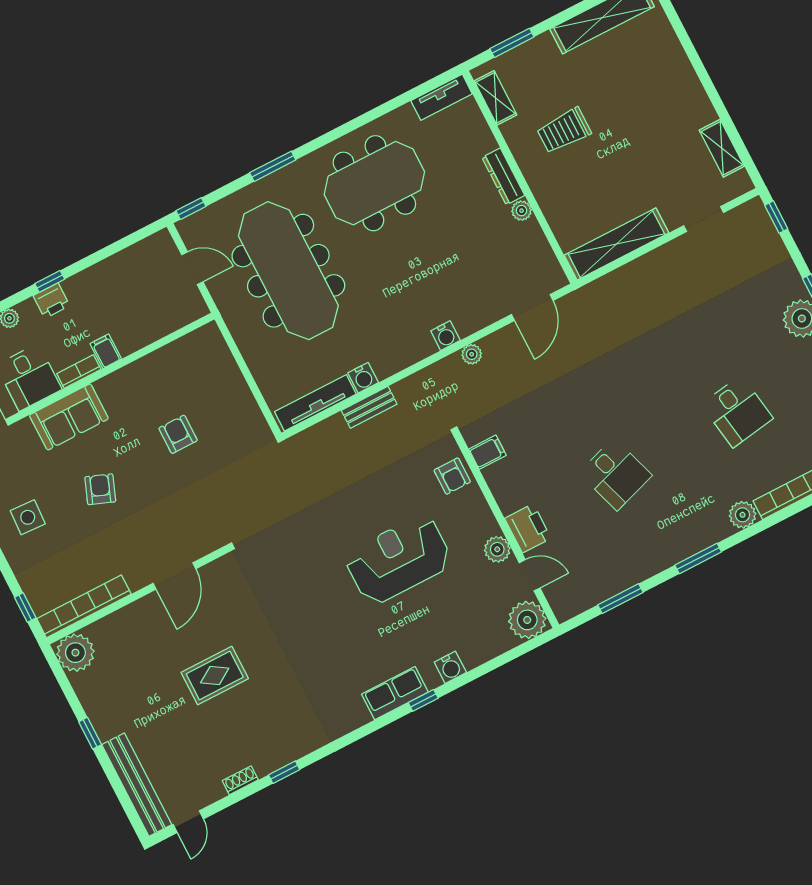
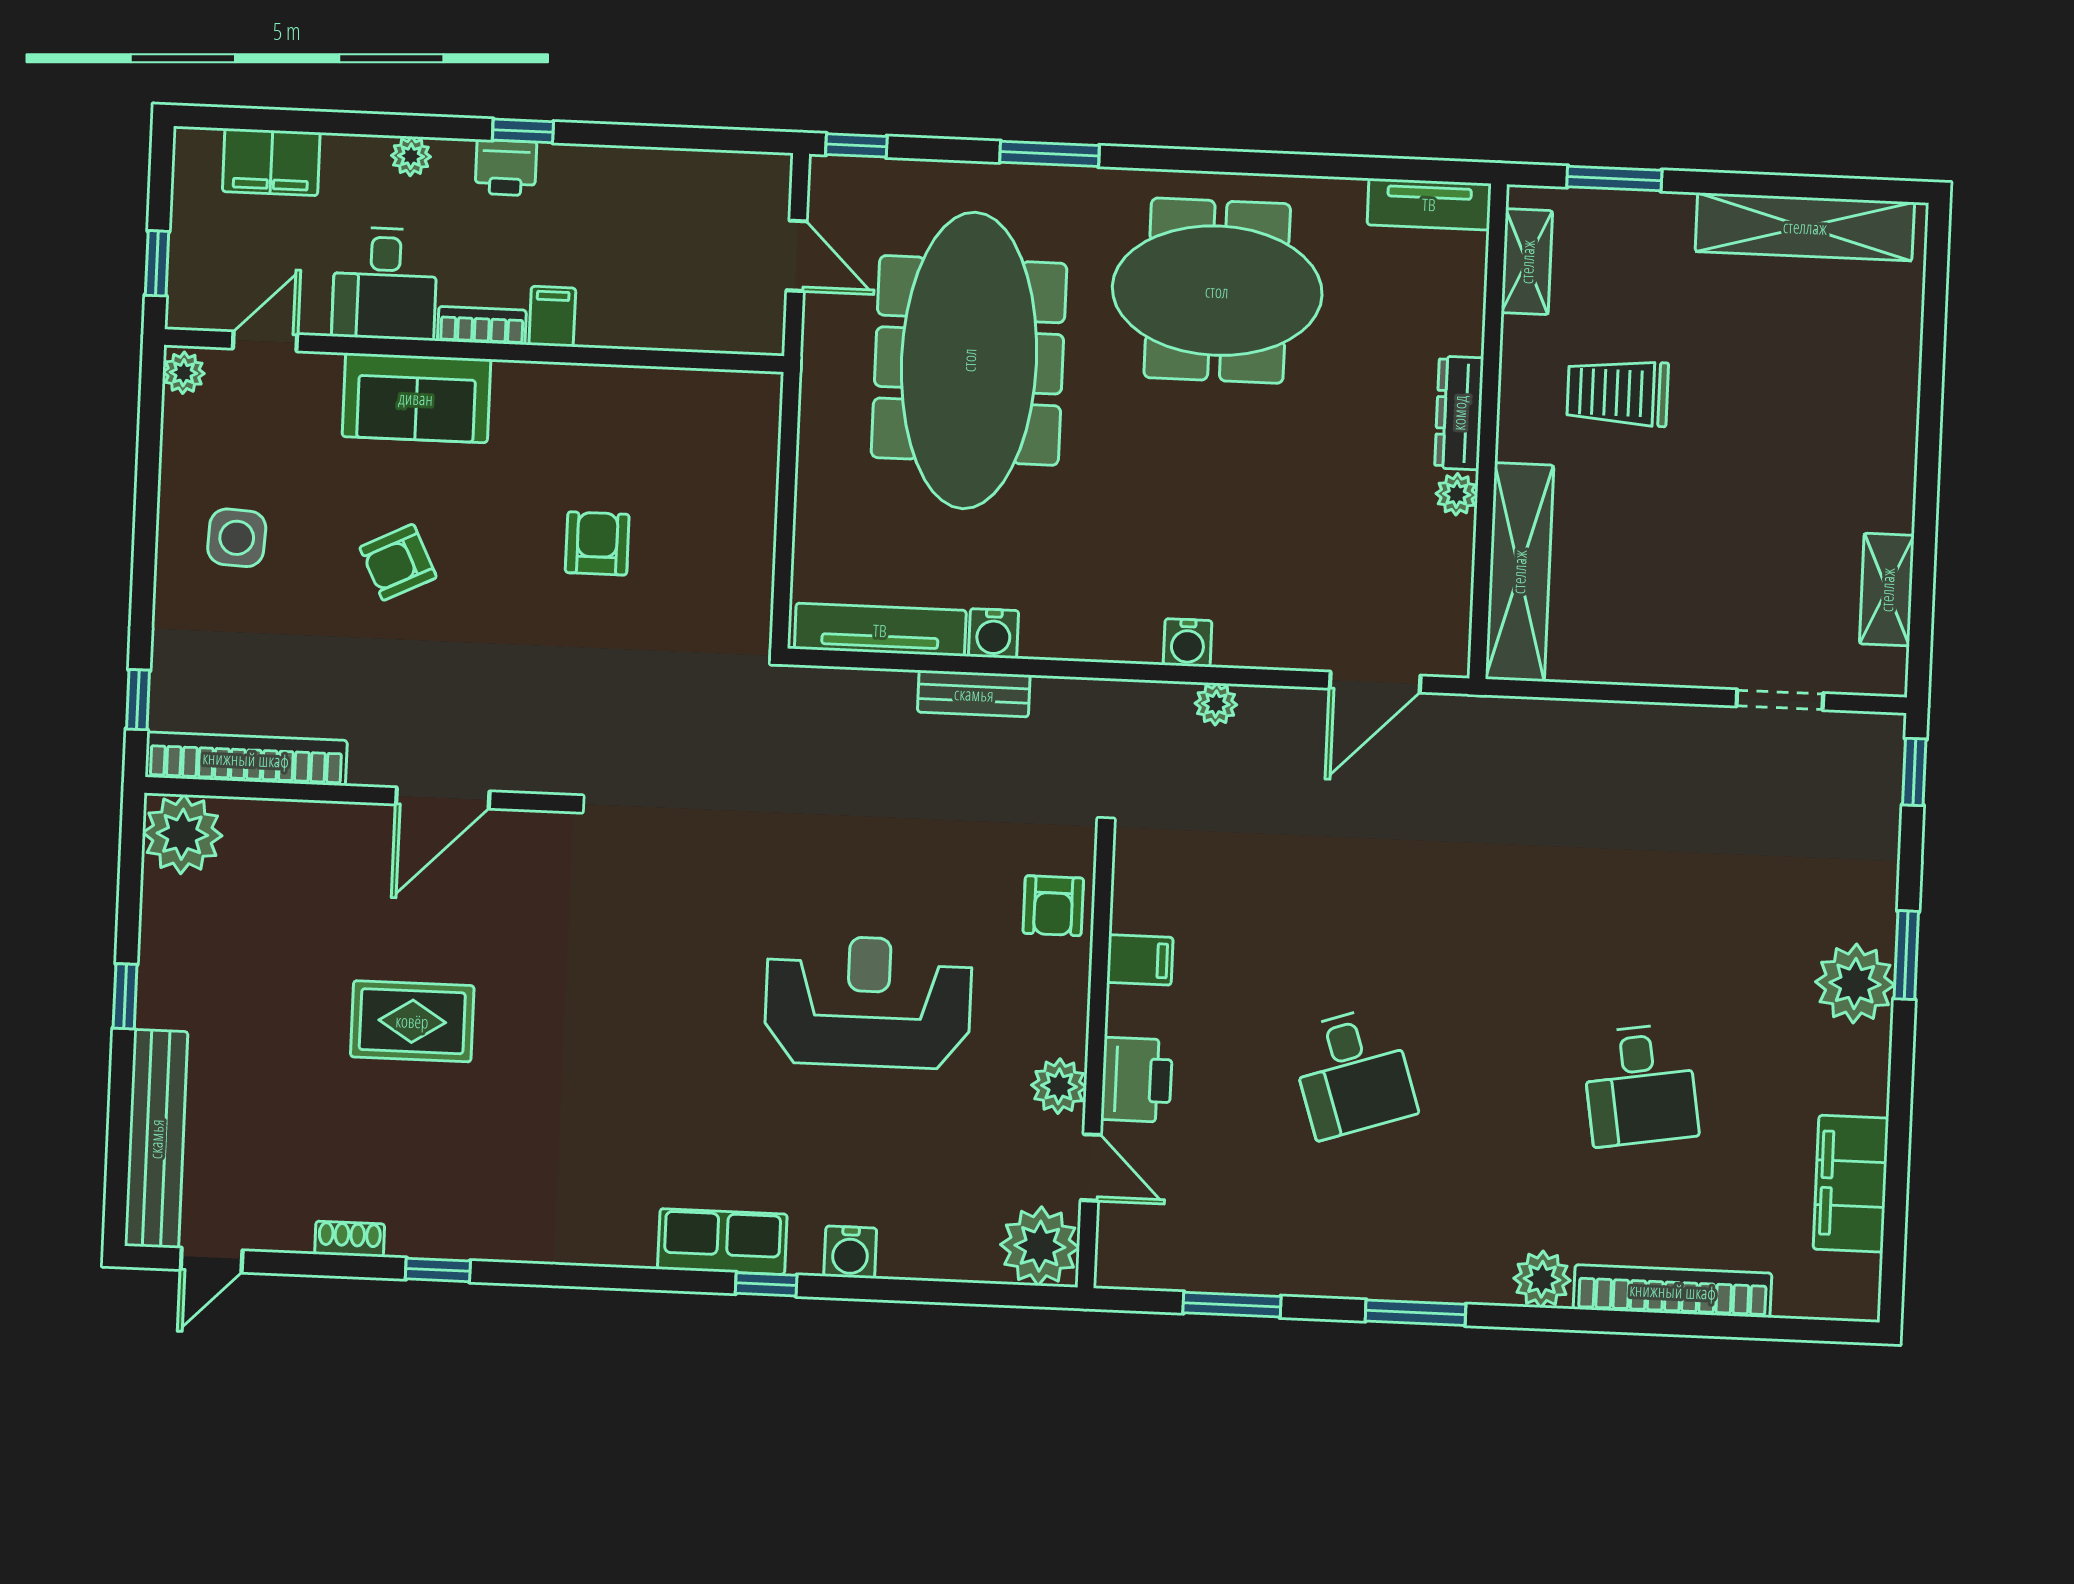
shelving: (616, 244) -> (1519, 572), moved, turned 90
filing cabinet: (487, 452) -> (1140, 960), moved
armchair: (100, 489) -> (398, 562), turned -137

